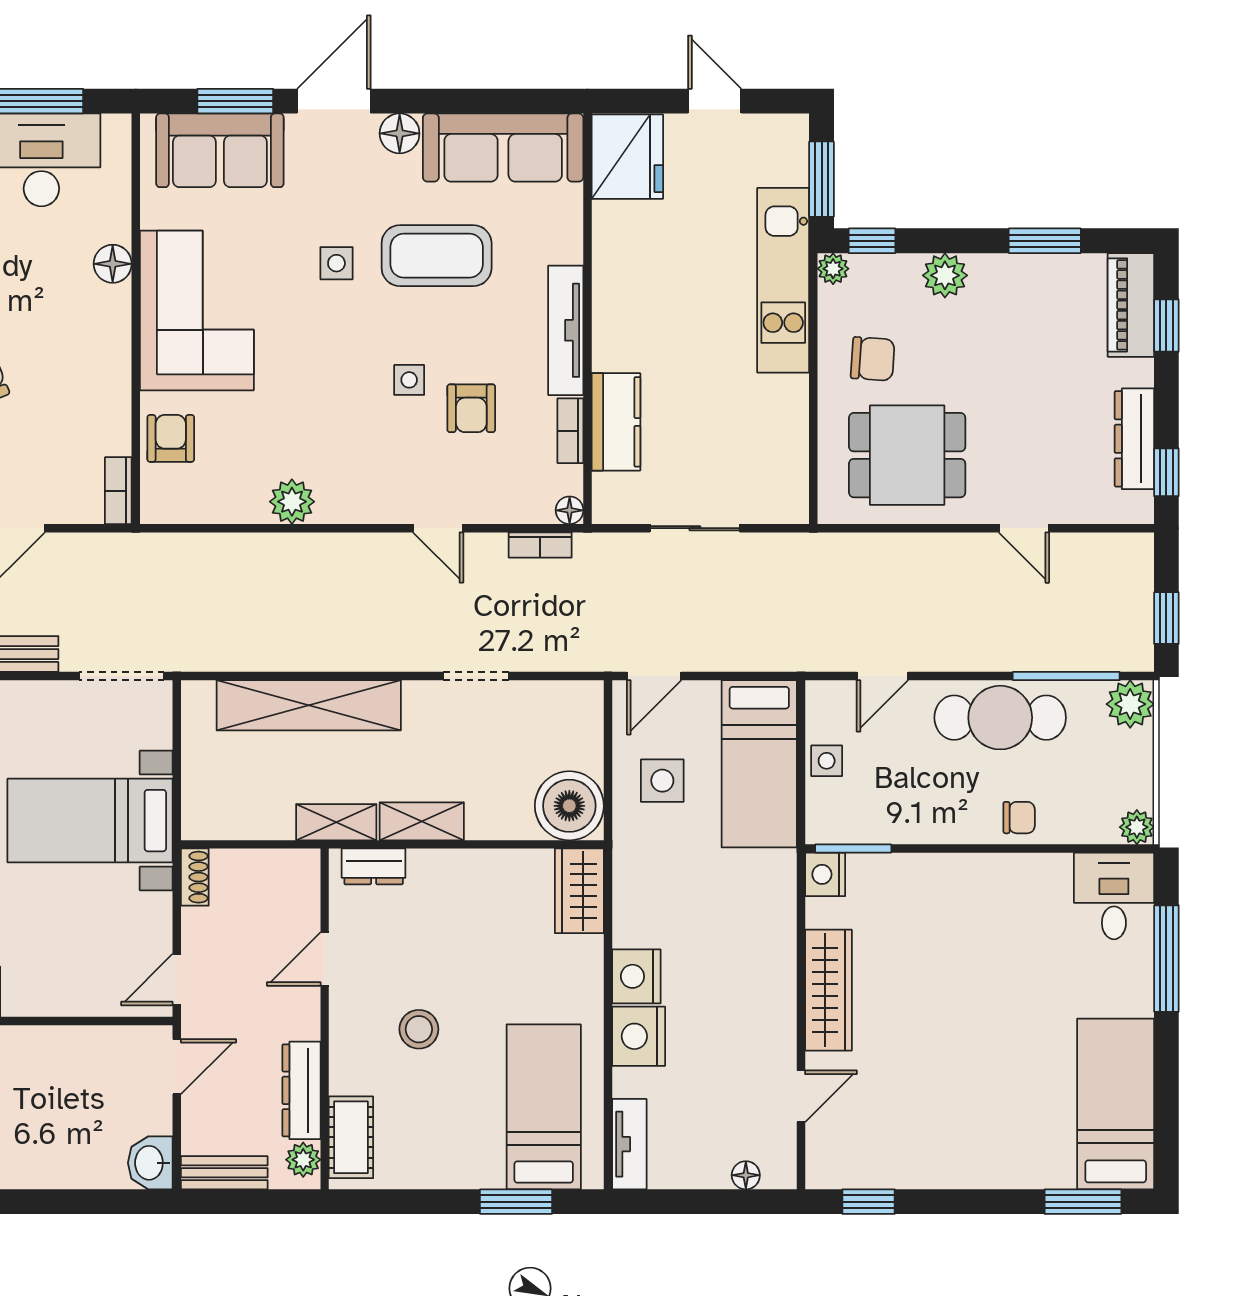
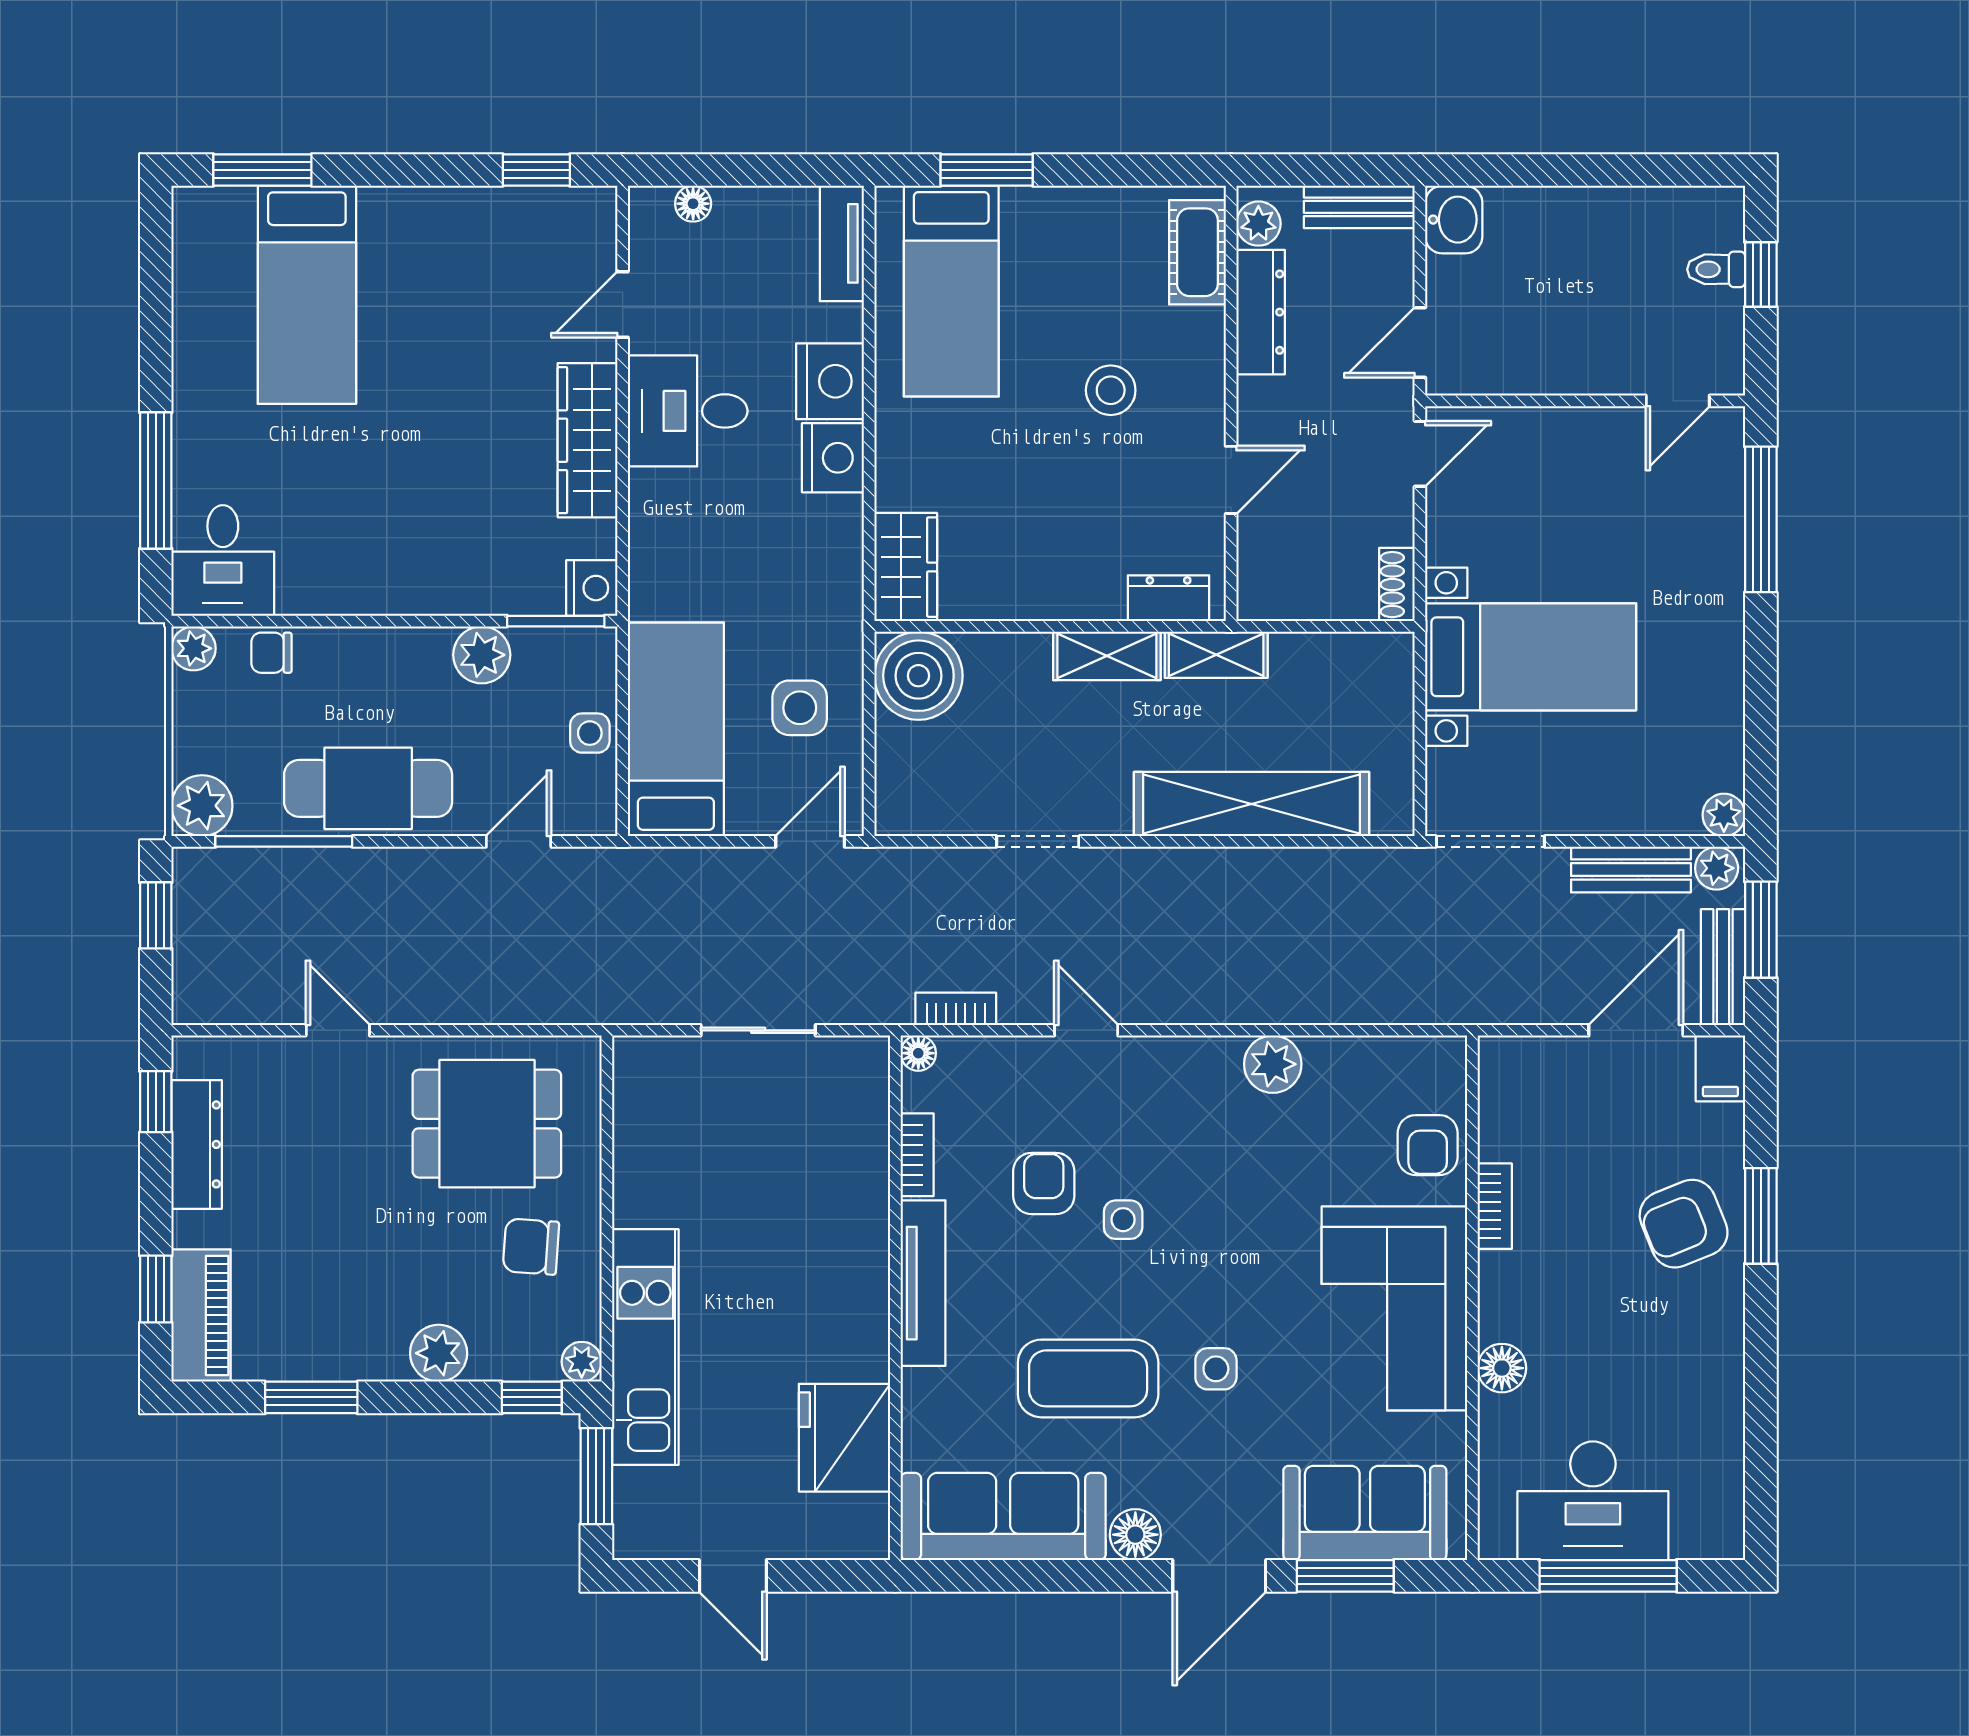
fridge: (627, 157) -> (844, 1438), moved
kitchen counter: (616, 422) -> (859, 1166), removed
bookcase: (118, 491) -> (1495, 1206), moved
chair: (1019, 818) -> (271, 653), moved
plant: (911, 822) -> (482, 655), added
desk: (750, 1013) -> (688, 411), added
bed: (1116, 1104) -> (307, 295), moved

